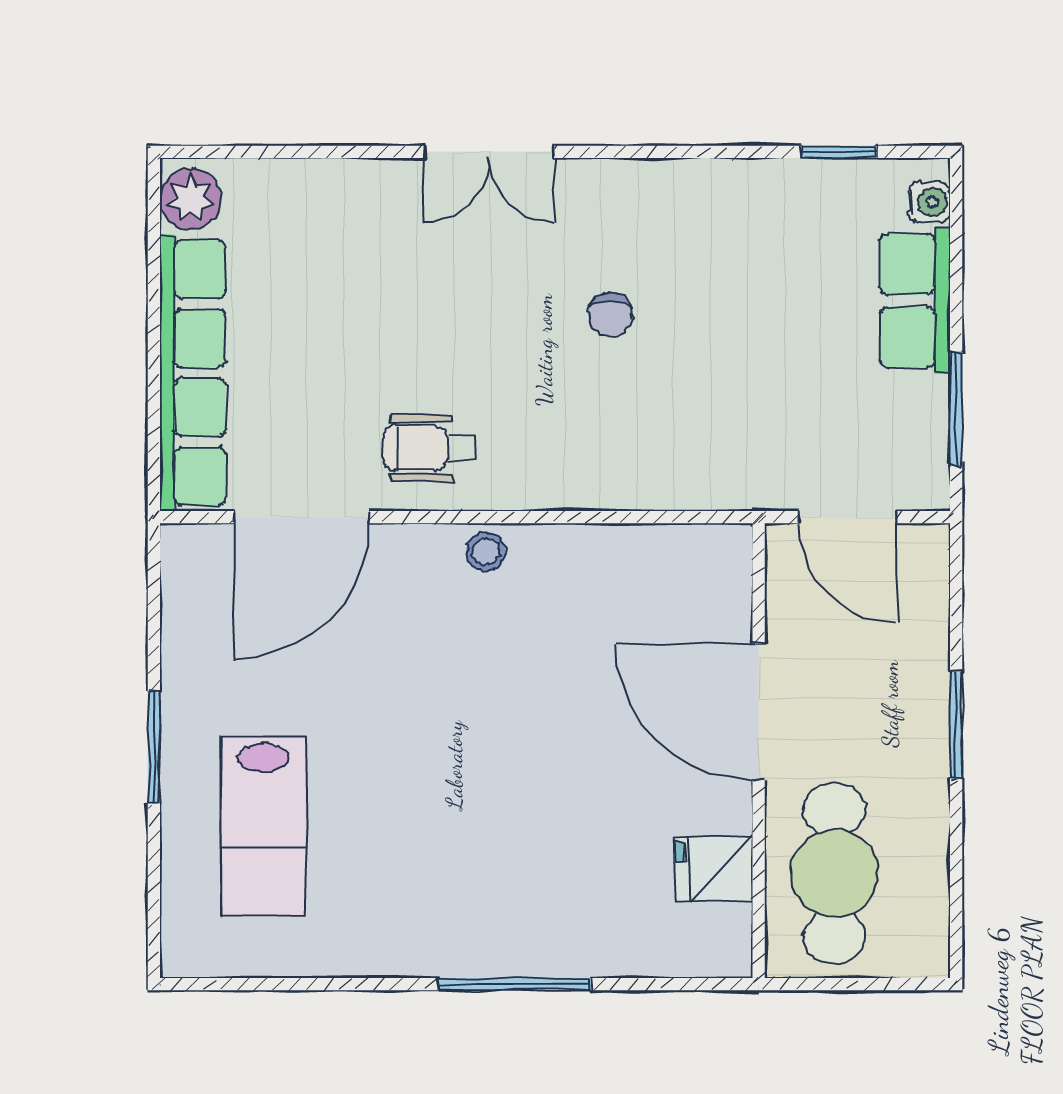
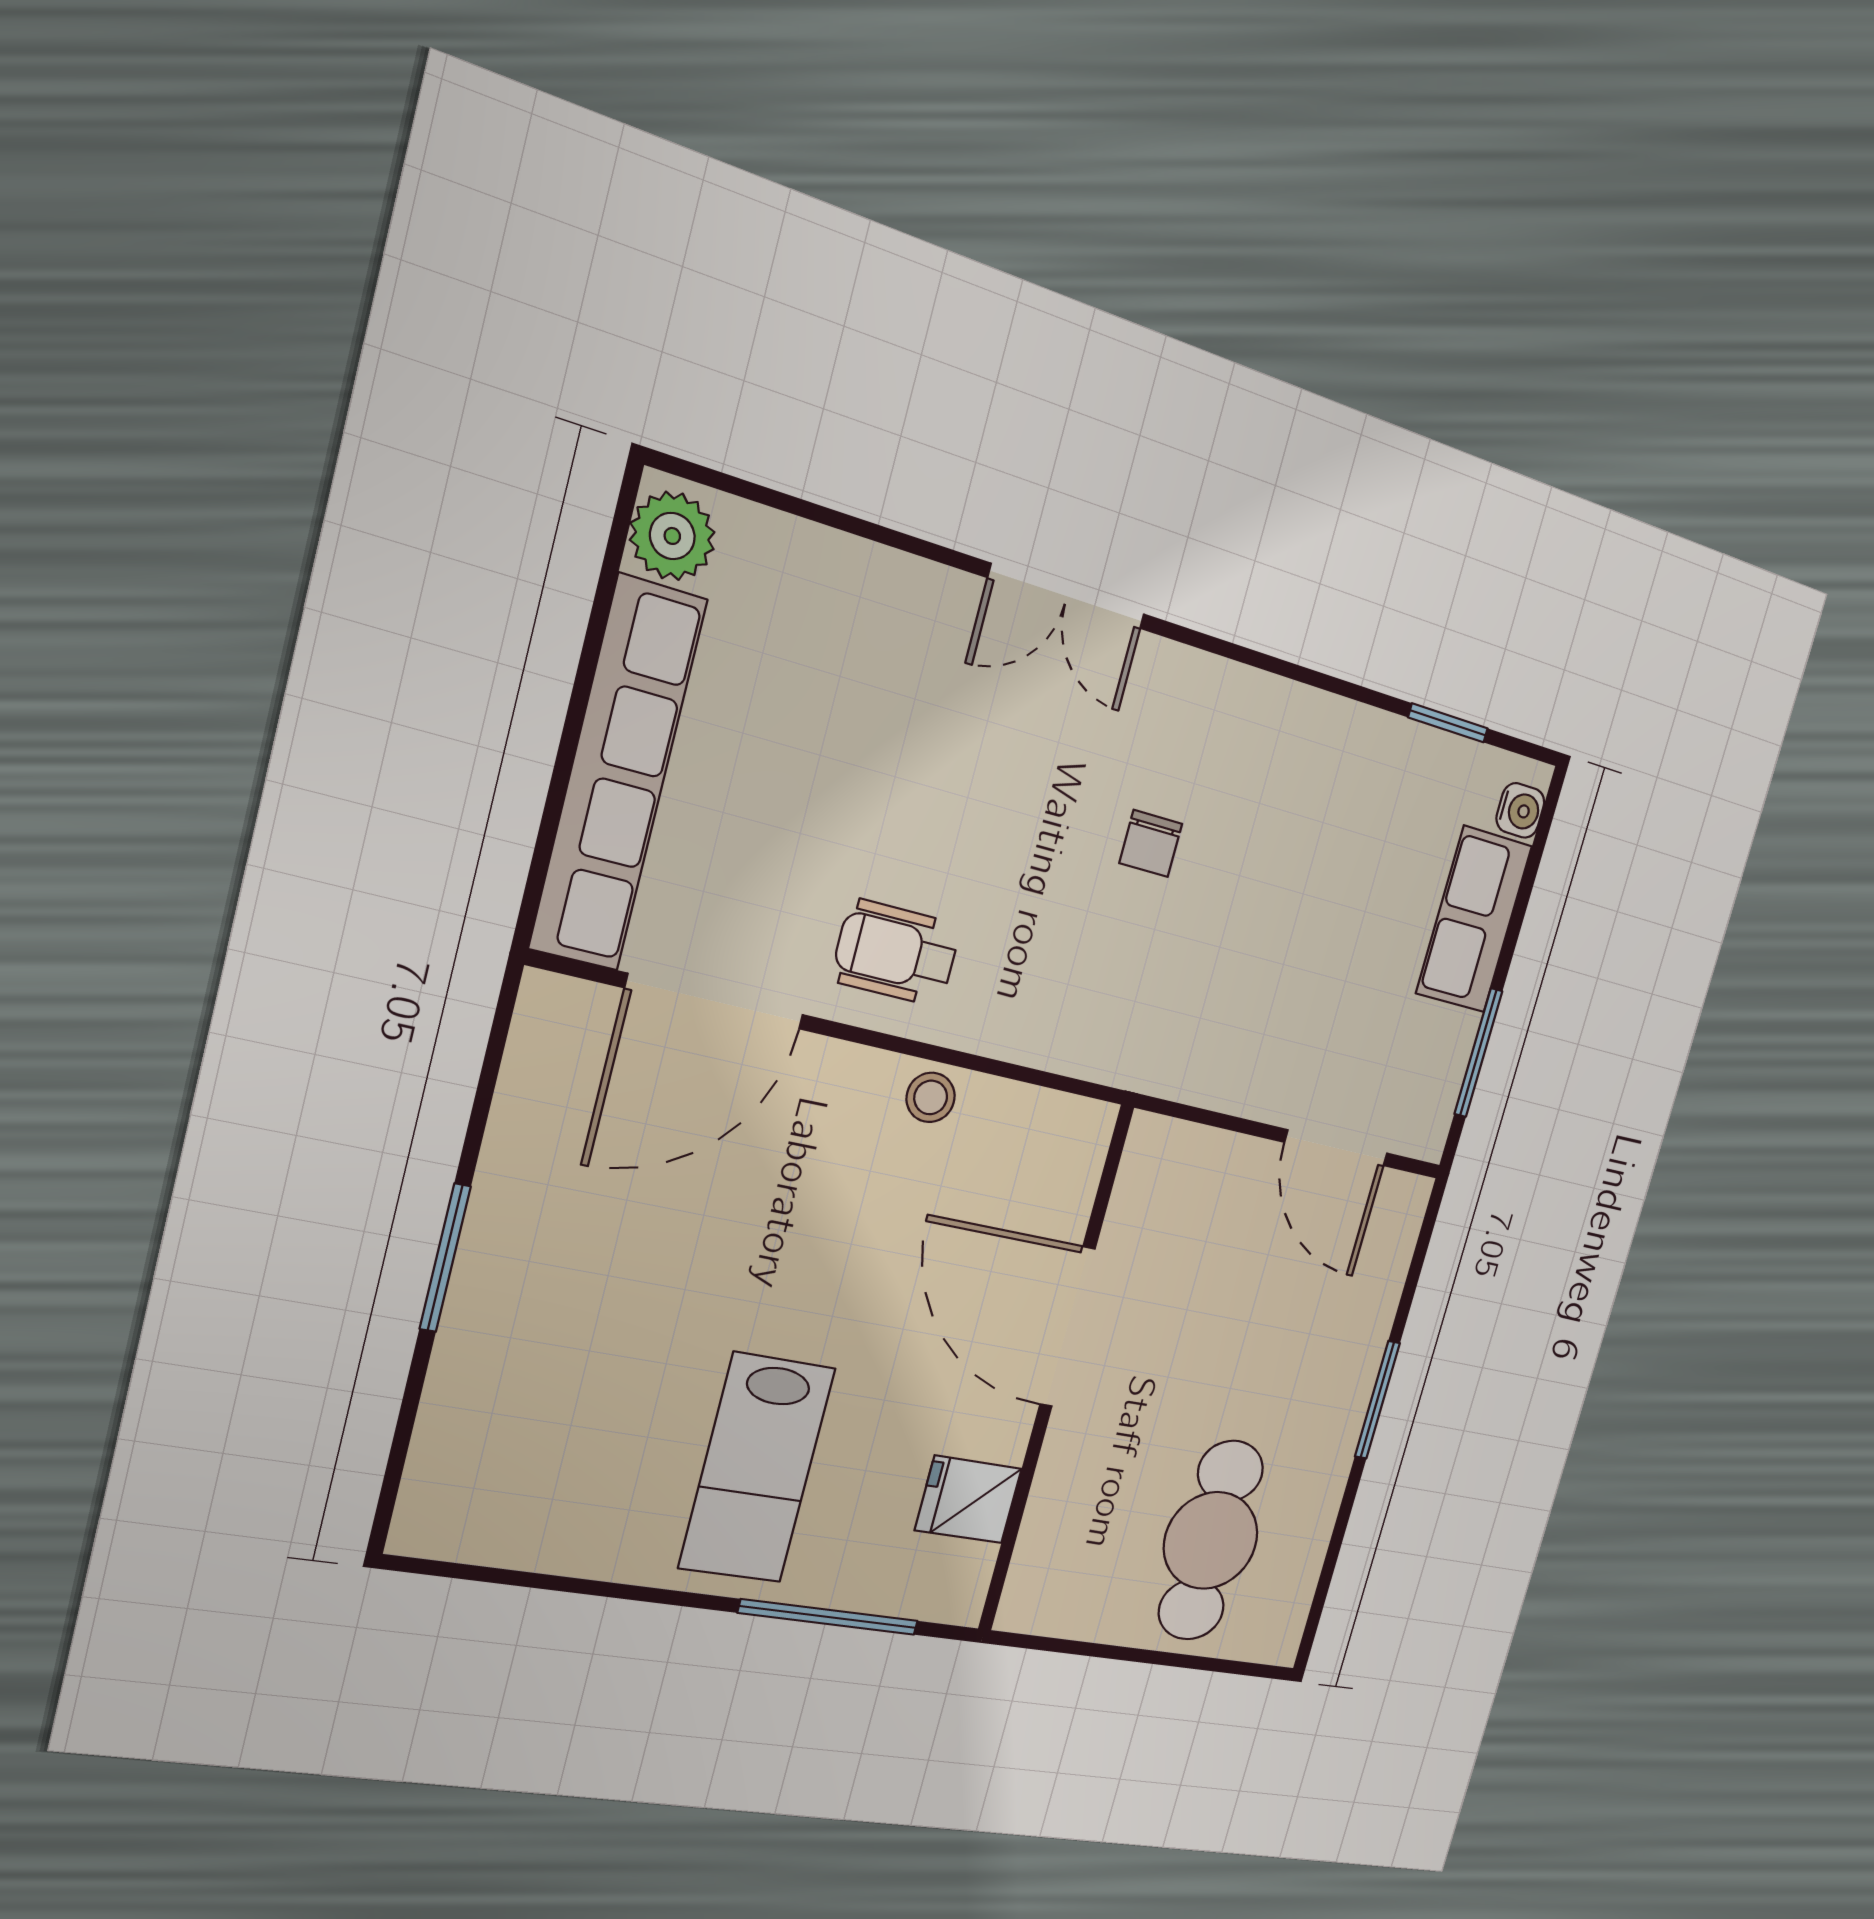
door: (759, 712) -> (1067, 1327), moved
wall: (759, 751) -> (1055, 1371), moved
lab bench: (263, 826) -> (757, 1468), moved
fridge: (714, 869) -> (968, 1499), moved

